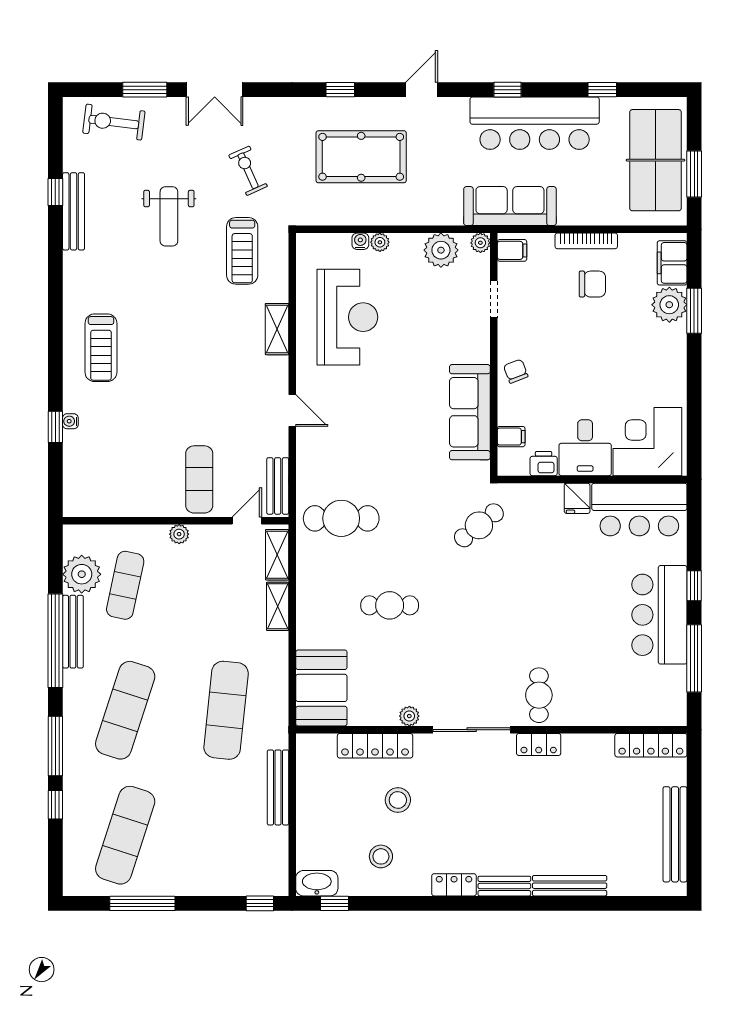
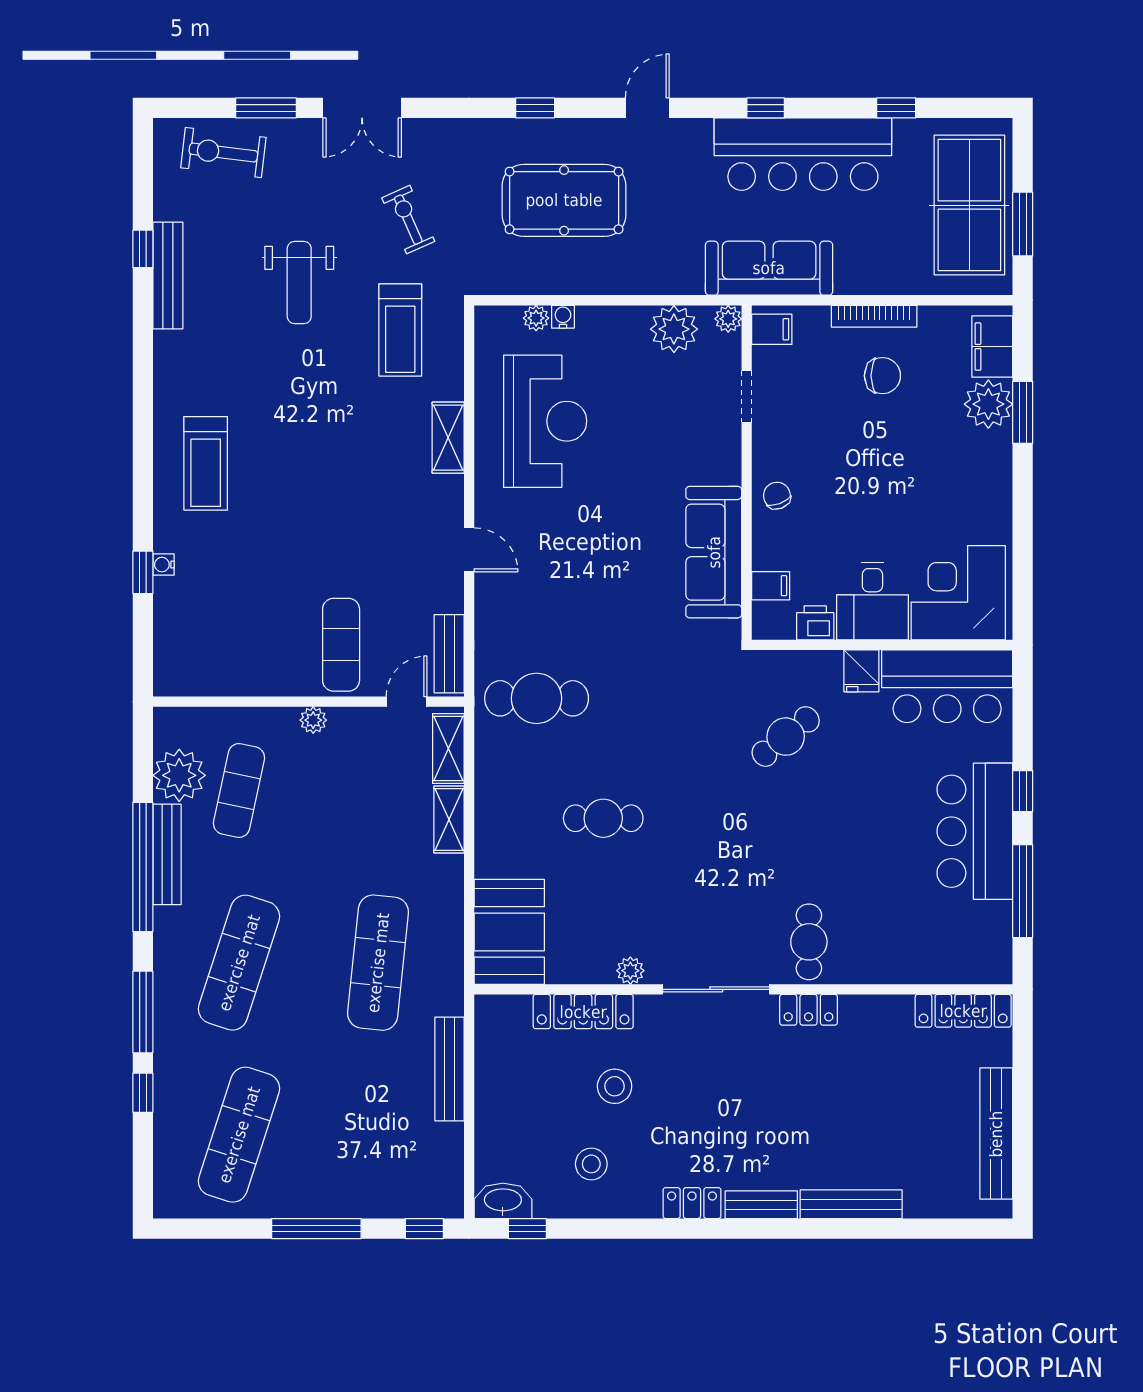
plant: (380, 242) -> (536, 318), moved
cafe table: (479, 525) -> (786, 737), moved
window: (142, 903) -> (316, 1229), moved

